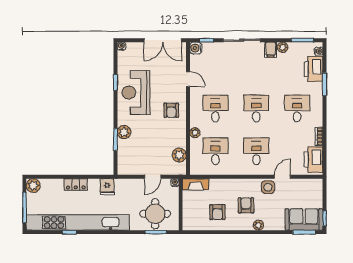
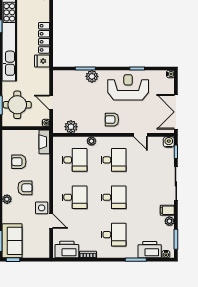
door: (188, 79) -> (140, 135), hinge flipped
locker: (76, 184) -> (44, 38), width x1.53

